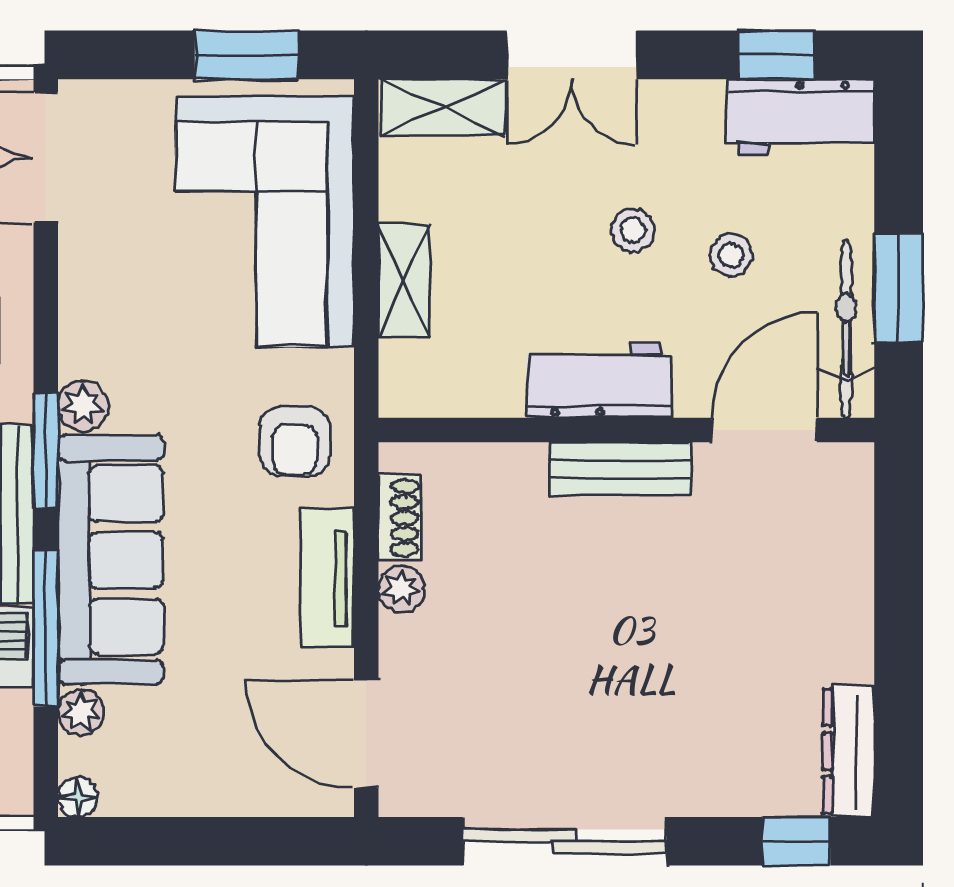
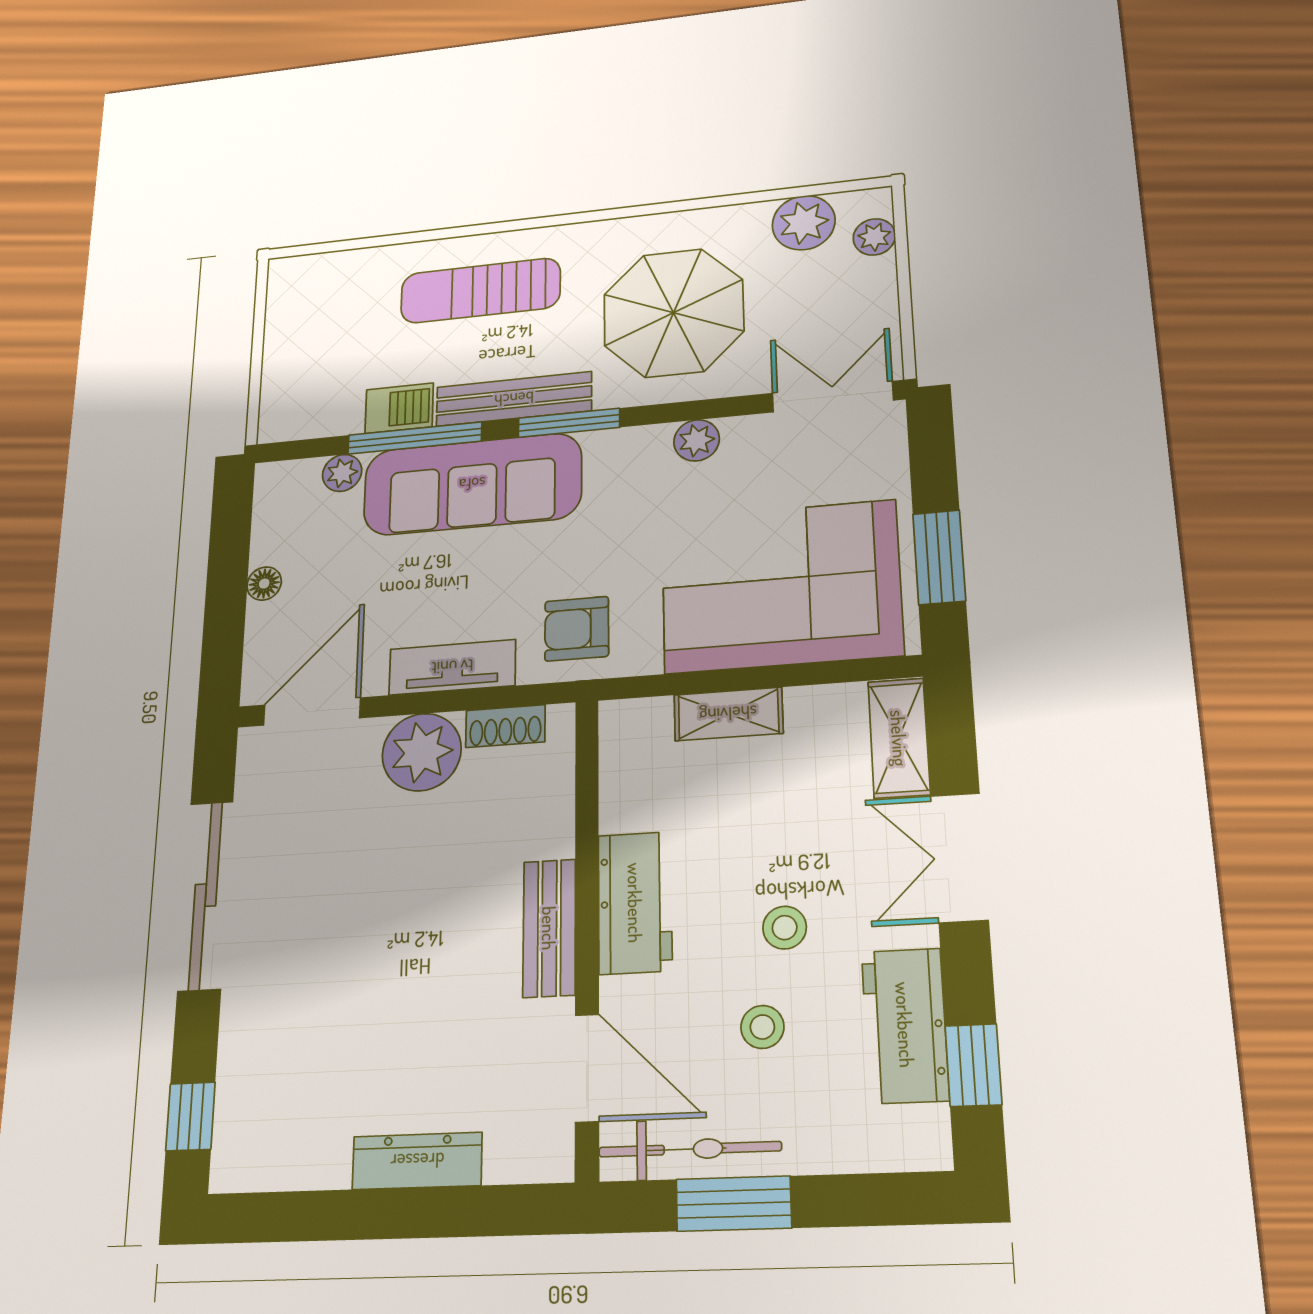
workbench: (801, 117) -> (905, 1025), moved
plant: (83, 406) -> (697, 440), moved
plant: (402, 589) -> (422, 752), width x1.88, depth x1.88
dresser: (849, 751) -> (417, 1161), moved
floor lamp: (78, 797) -> (264, 584), moved

